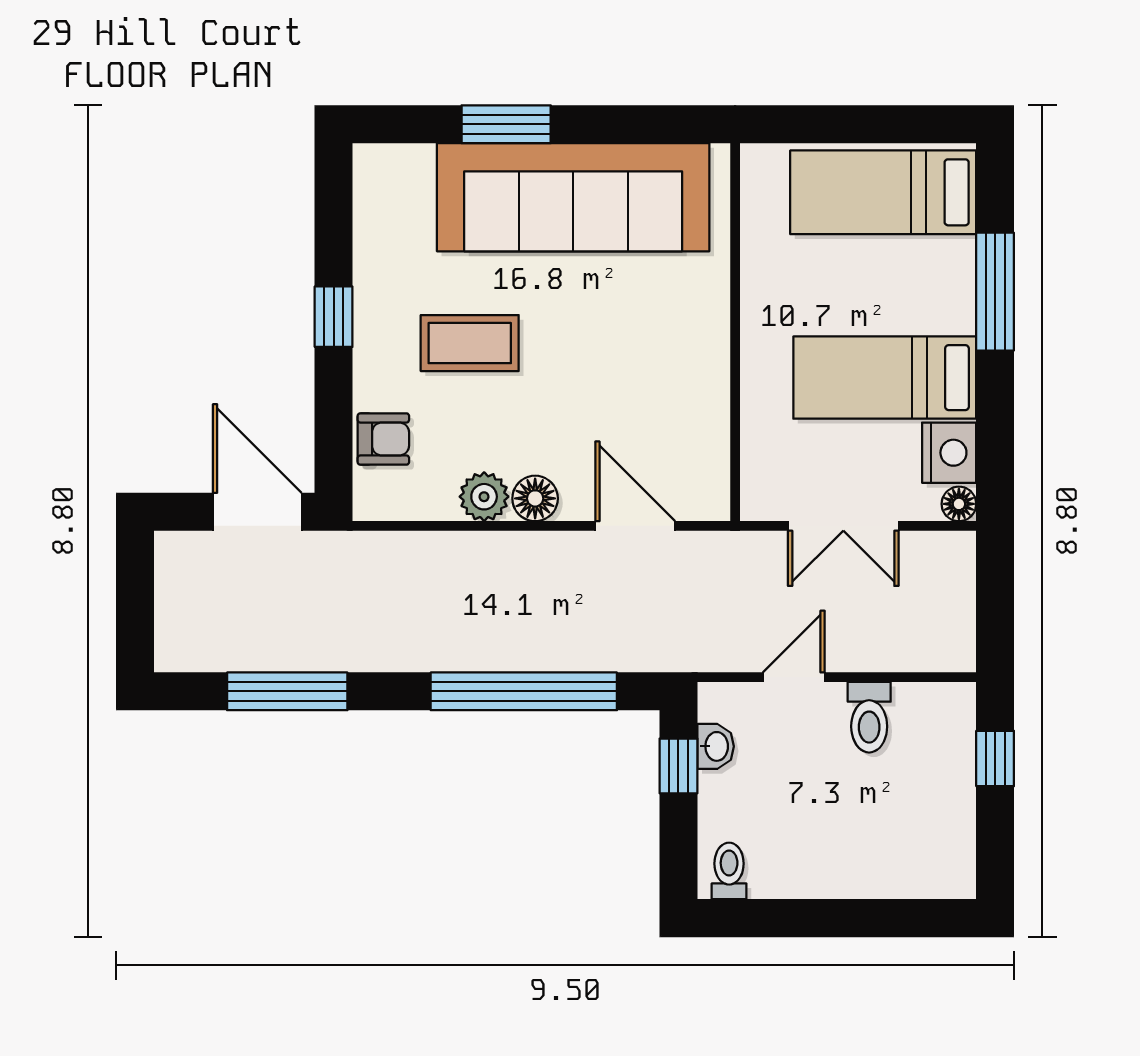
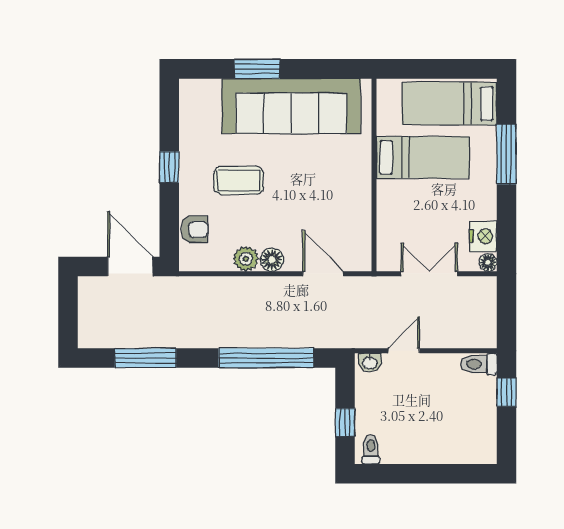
bed: (885, 378) -> (423, 157), moved, turned 180
double door: (843, 526) -> (429, 274), swing flipped
toilet: (869, 717) -> (479, 364), moved, turned 90
washbasin: (716, 746) -> (370, 362), moved, turned 90
window: (678, 766) -> (345, 422), moved

